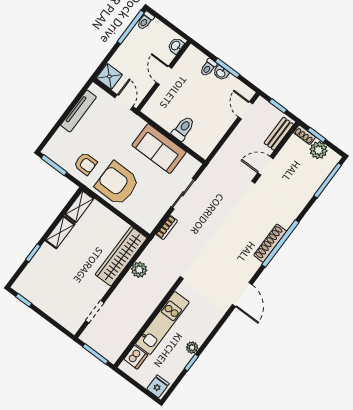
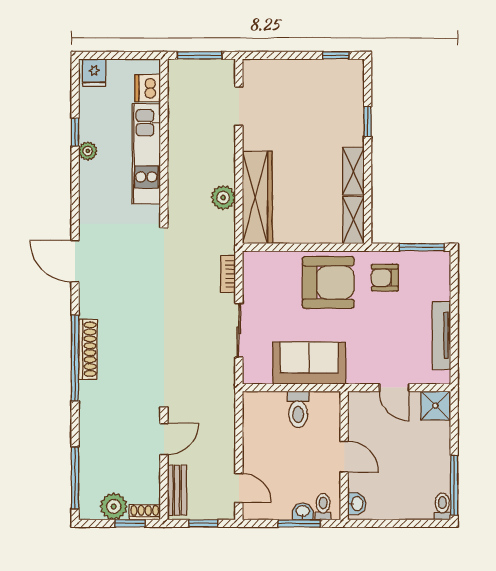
washbasin: (176, 46) -> (357, 504), moved
door: (164, 75) -> (344, 457), moved
wall: (163, 76) -> (344, 456), moved

